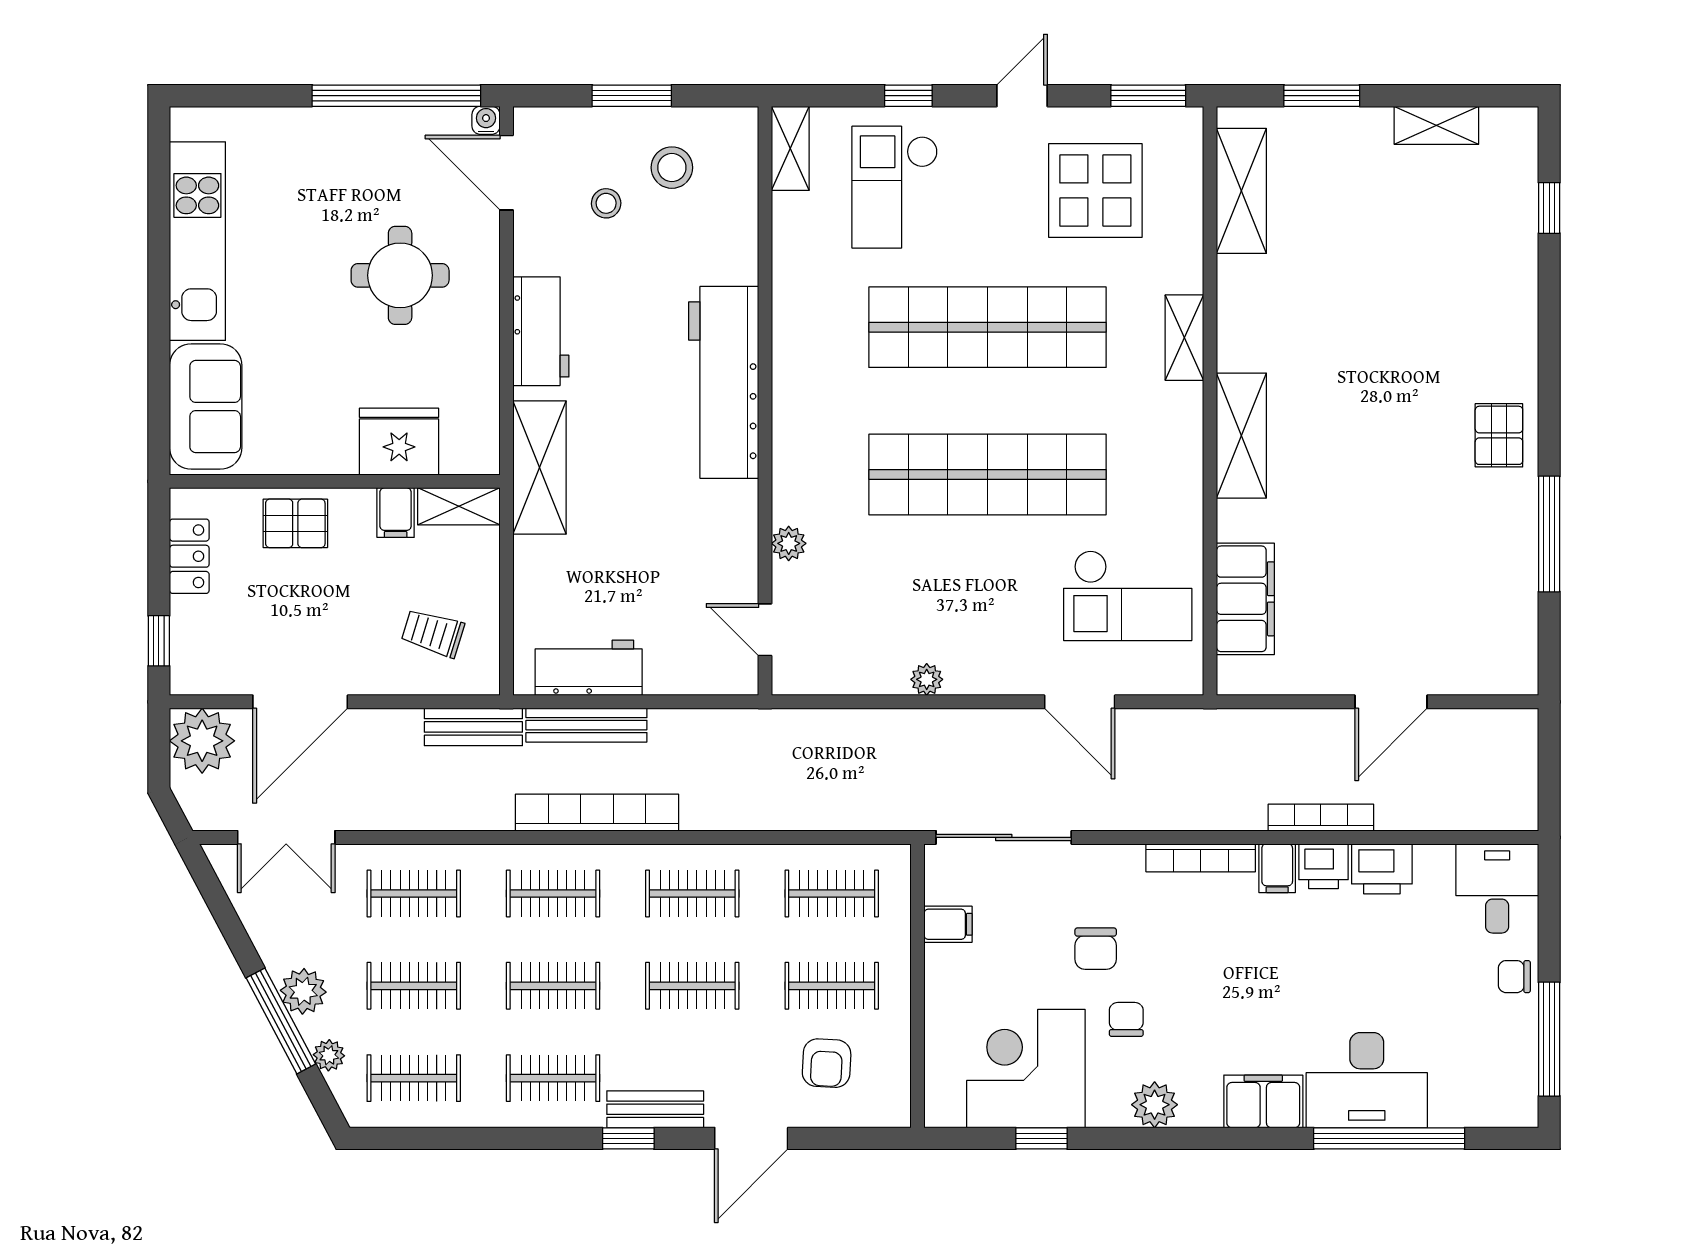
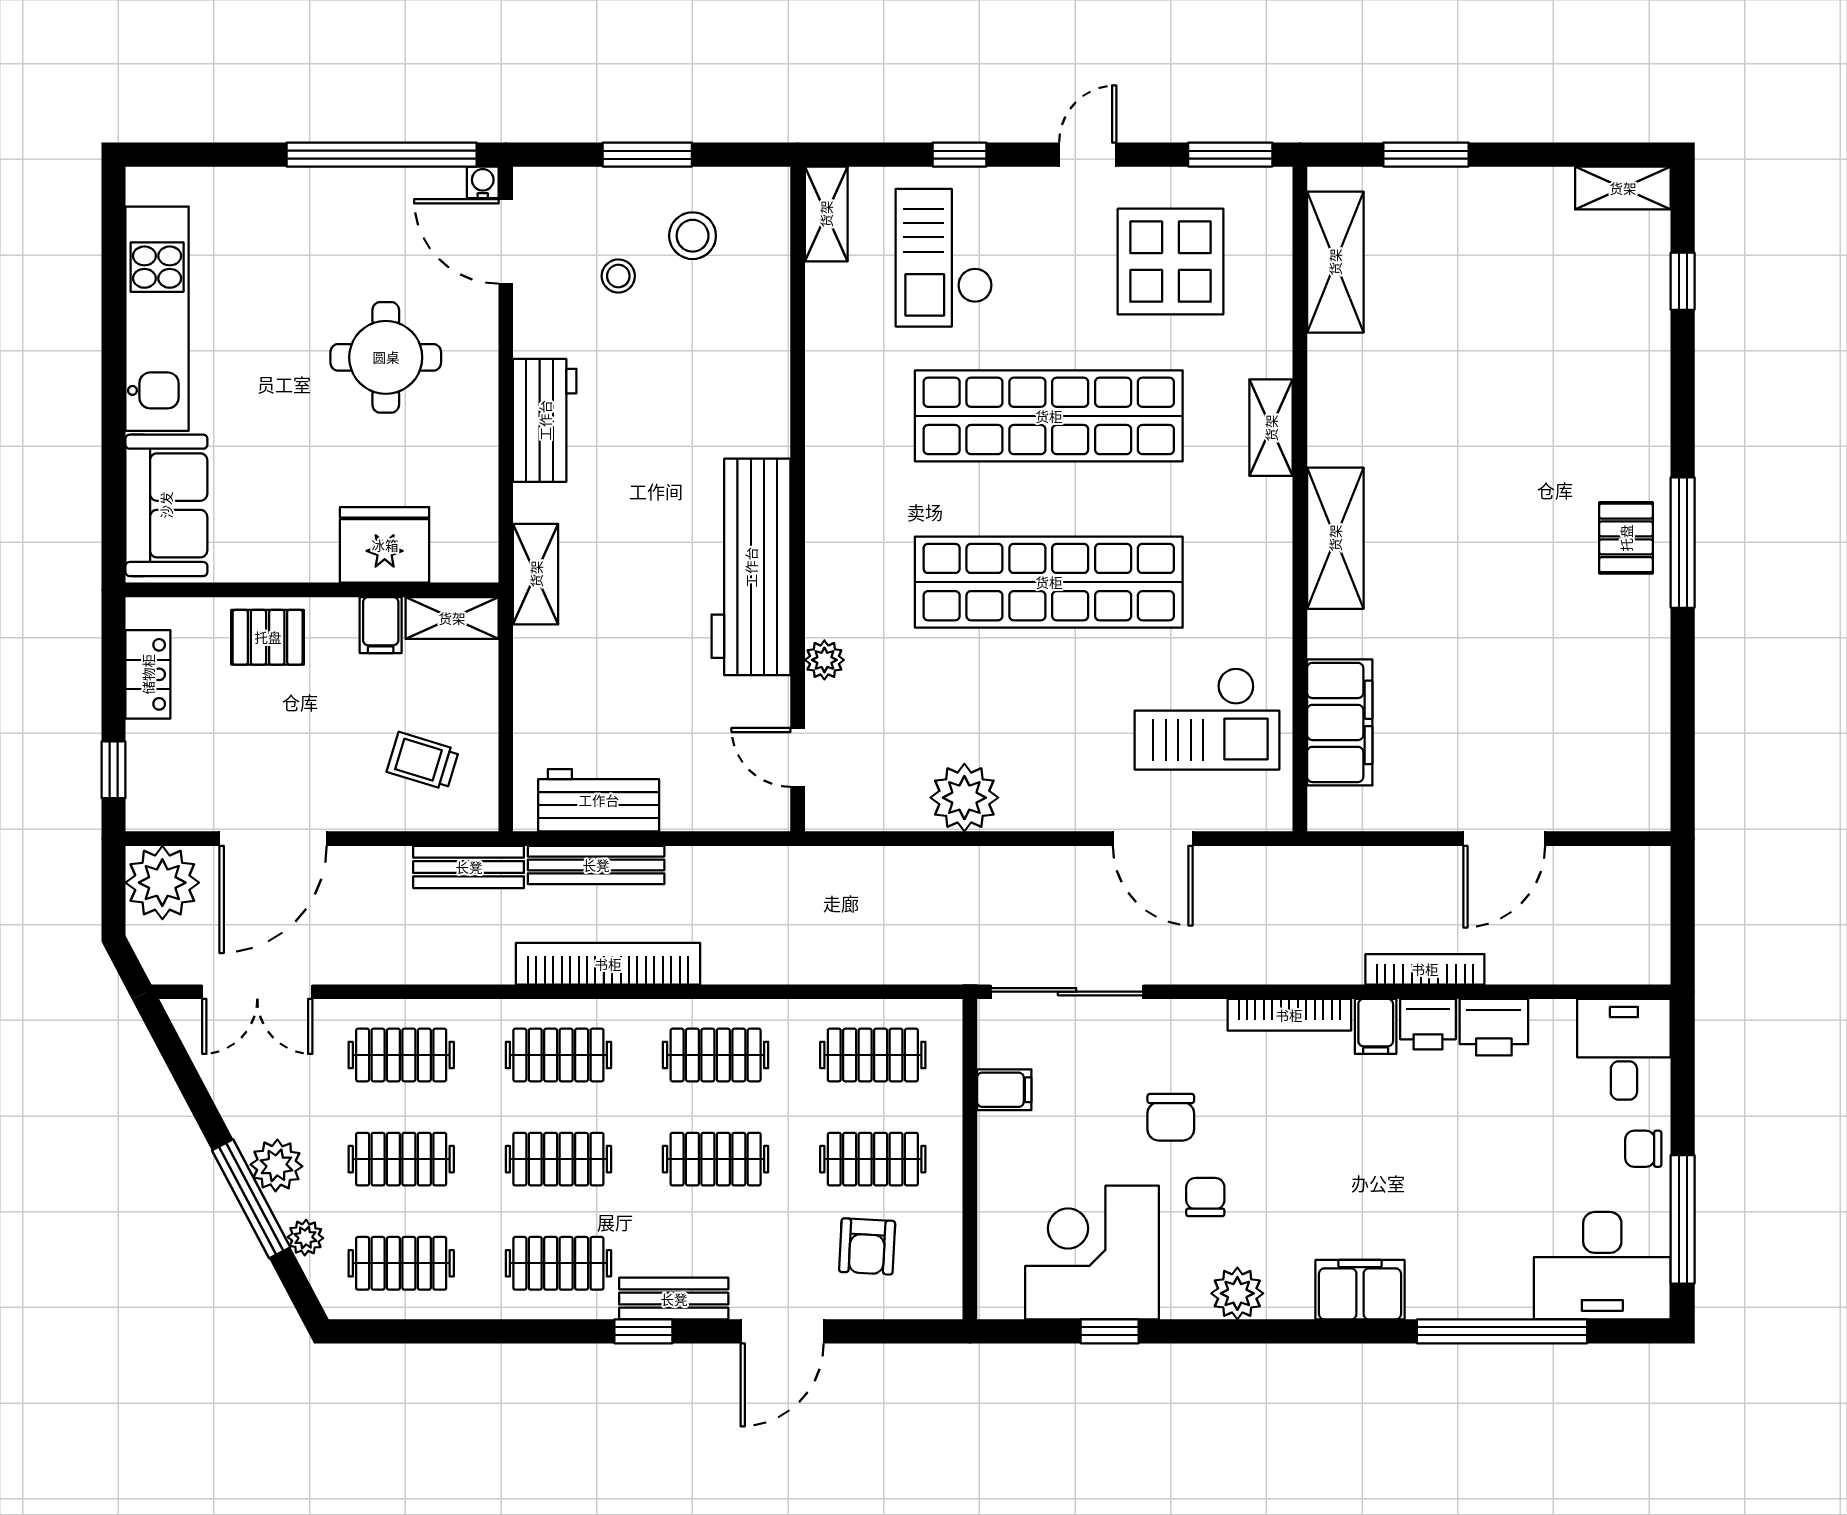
shelving: (1436, 125) -> (1623, 188), moved
workbench: (724, 382) -> (751, 567), moved
shelving: (539, 467) -> (536, 574), width x0.67, depth x0.75
window: (1549, 534) -> (1683, 543), moved
plant: (927, 679) -> (964, 798), width x1.88, depth x1.88
desk: (1367, 1080) -> (1602, 1266), moved

